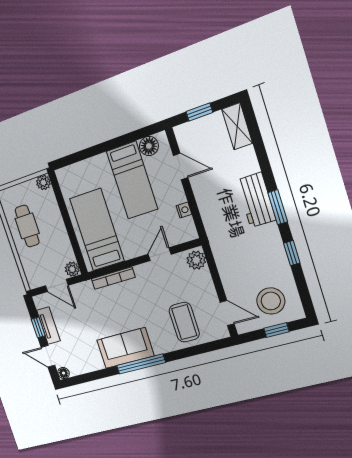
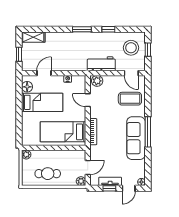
workbench: (256, 200) -> (101, 64), moved, turned 180
plant: (72, 269) -> (81, 181), moved
door: (227, 313) -> (131, 73), swing flipped
sofa: (125, 348) -> (136, 138), width x1.36

